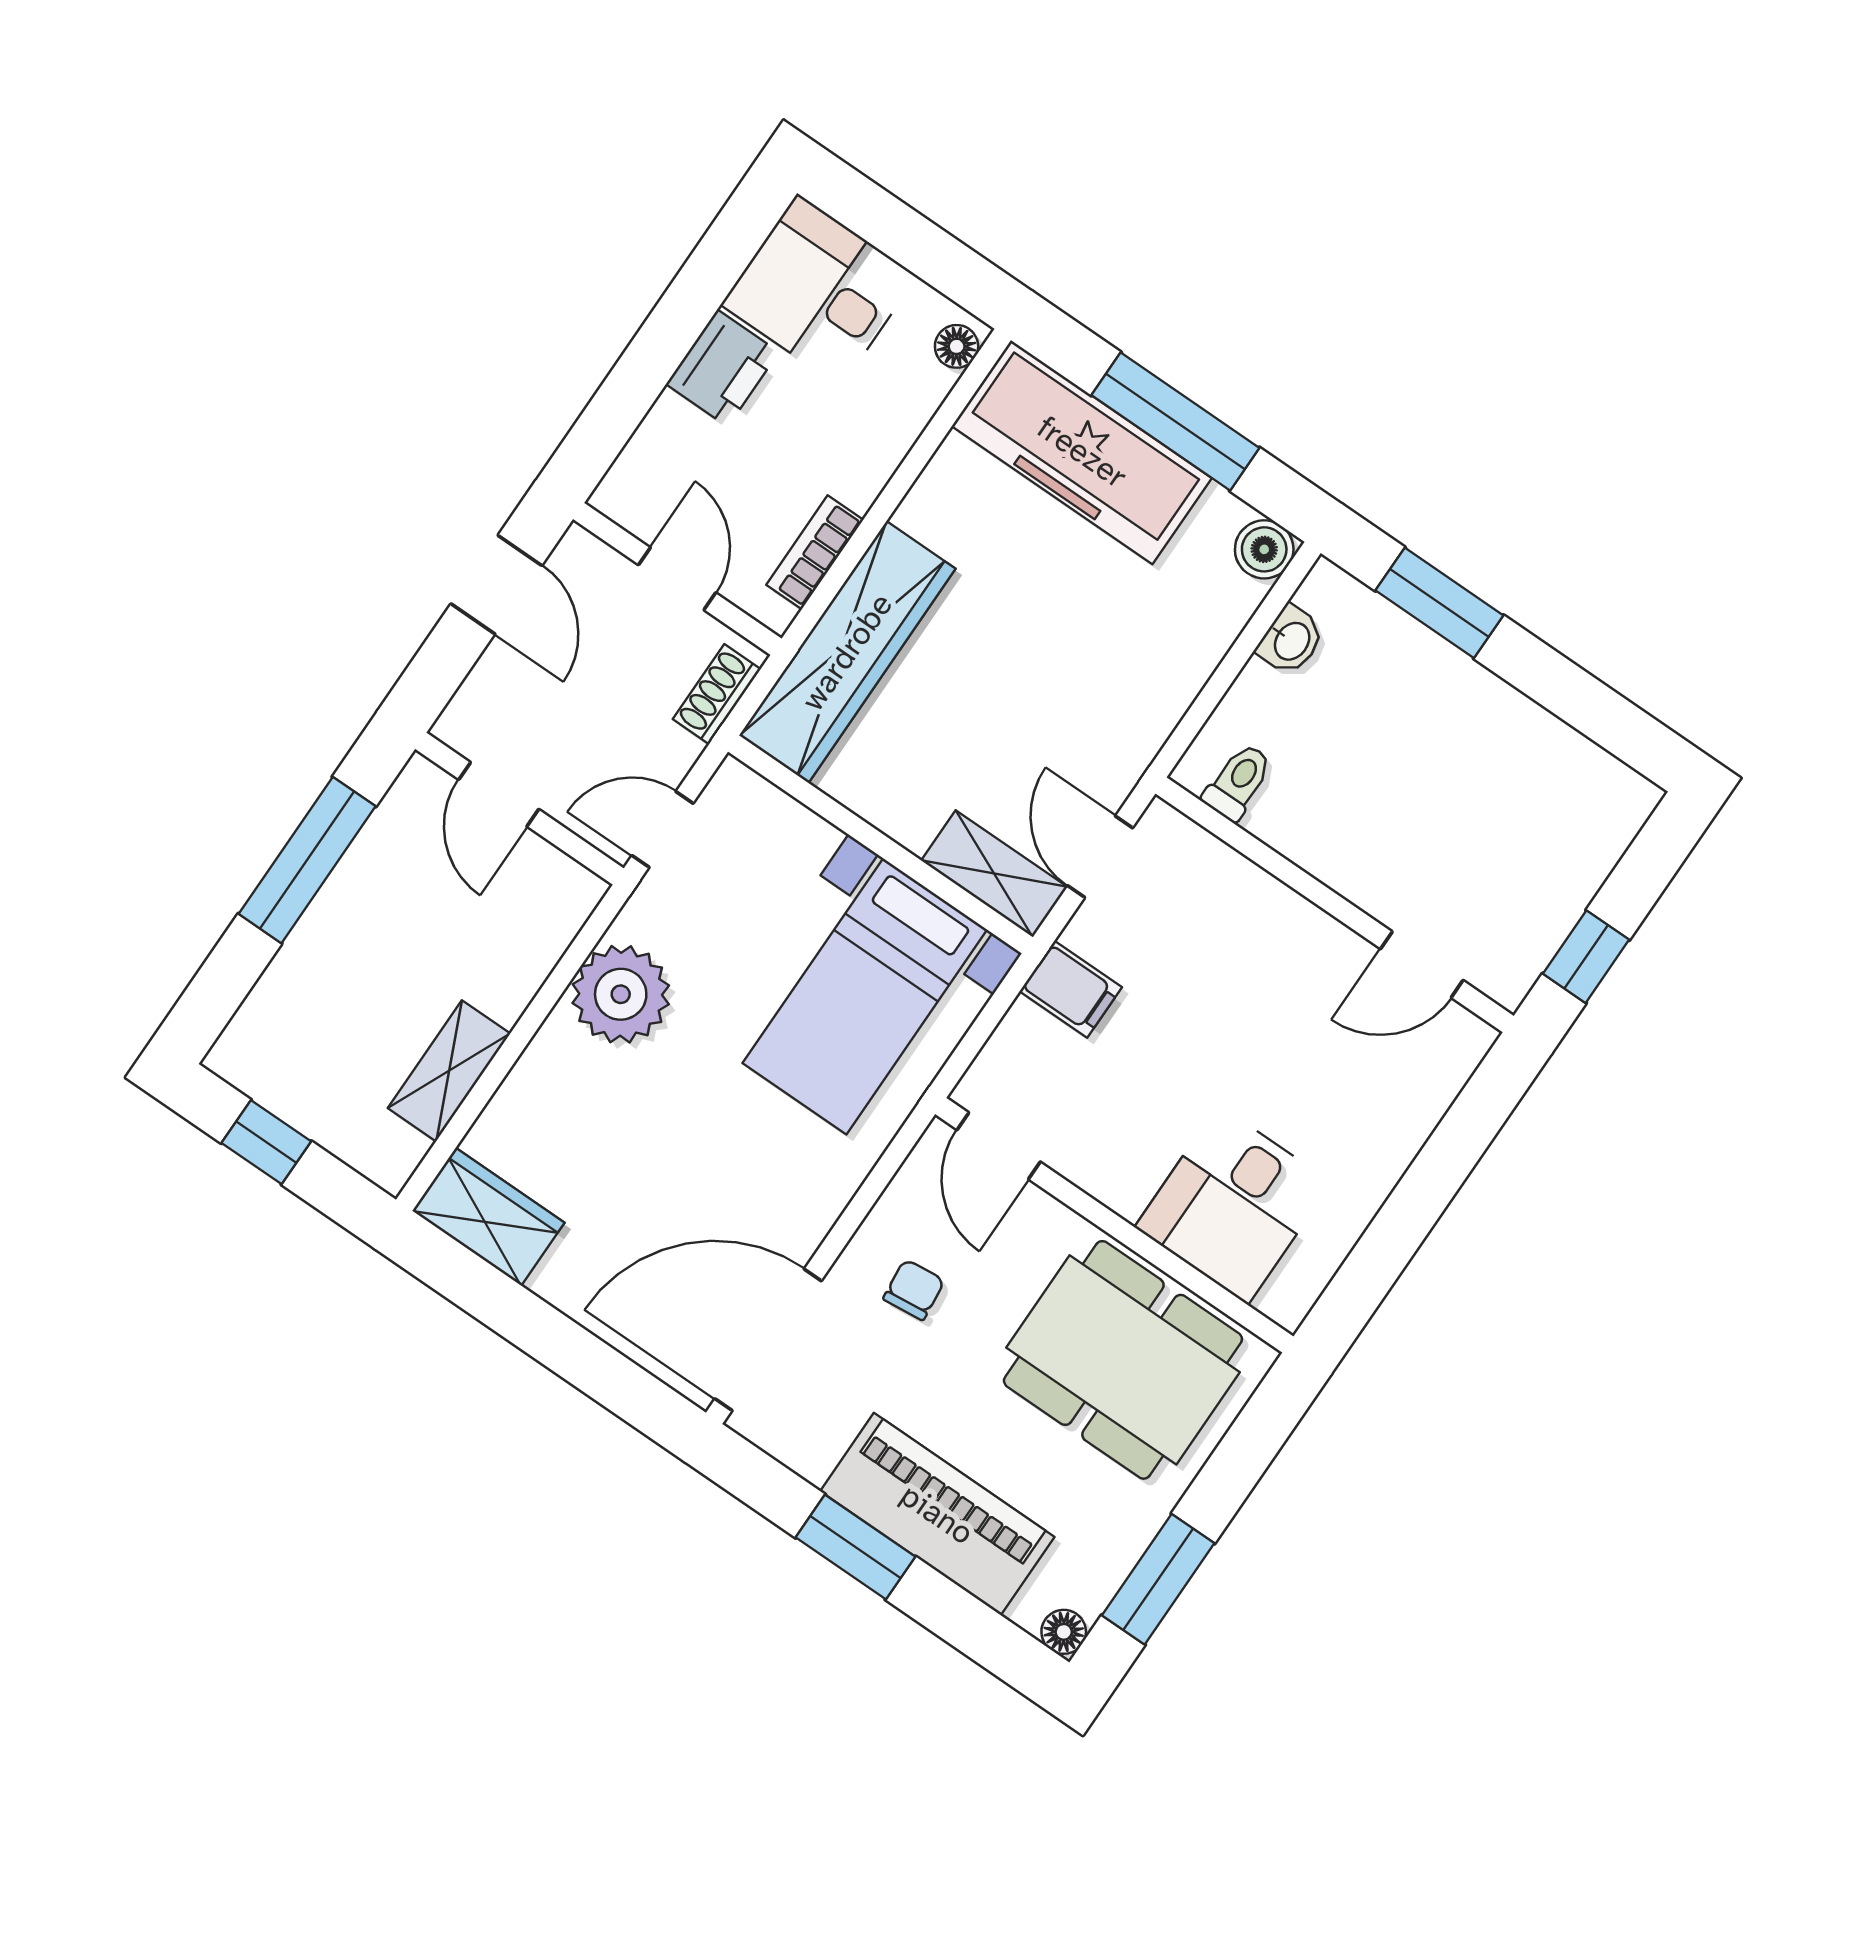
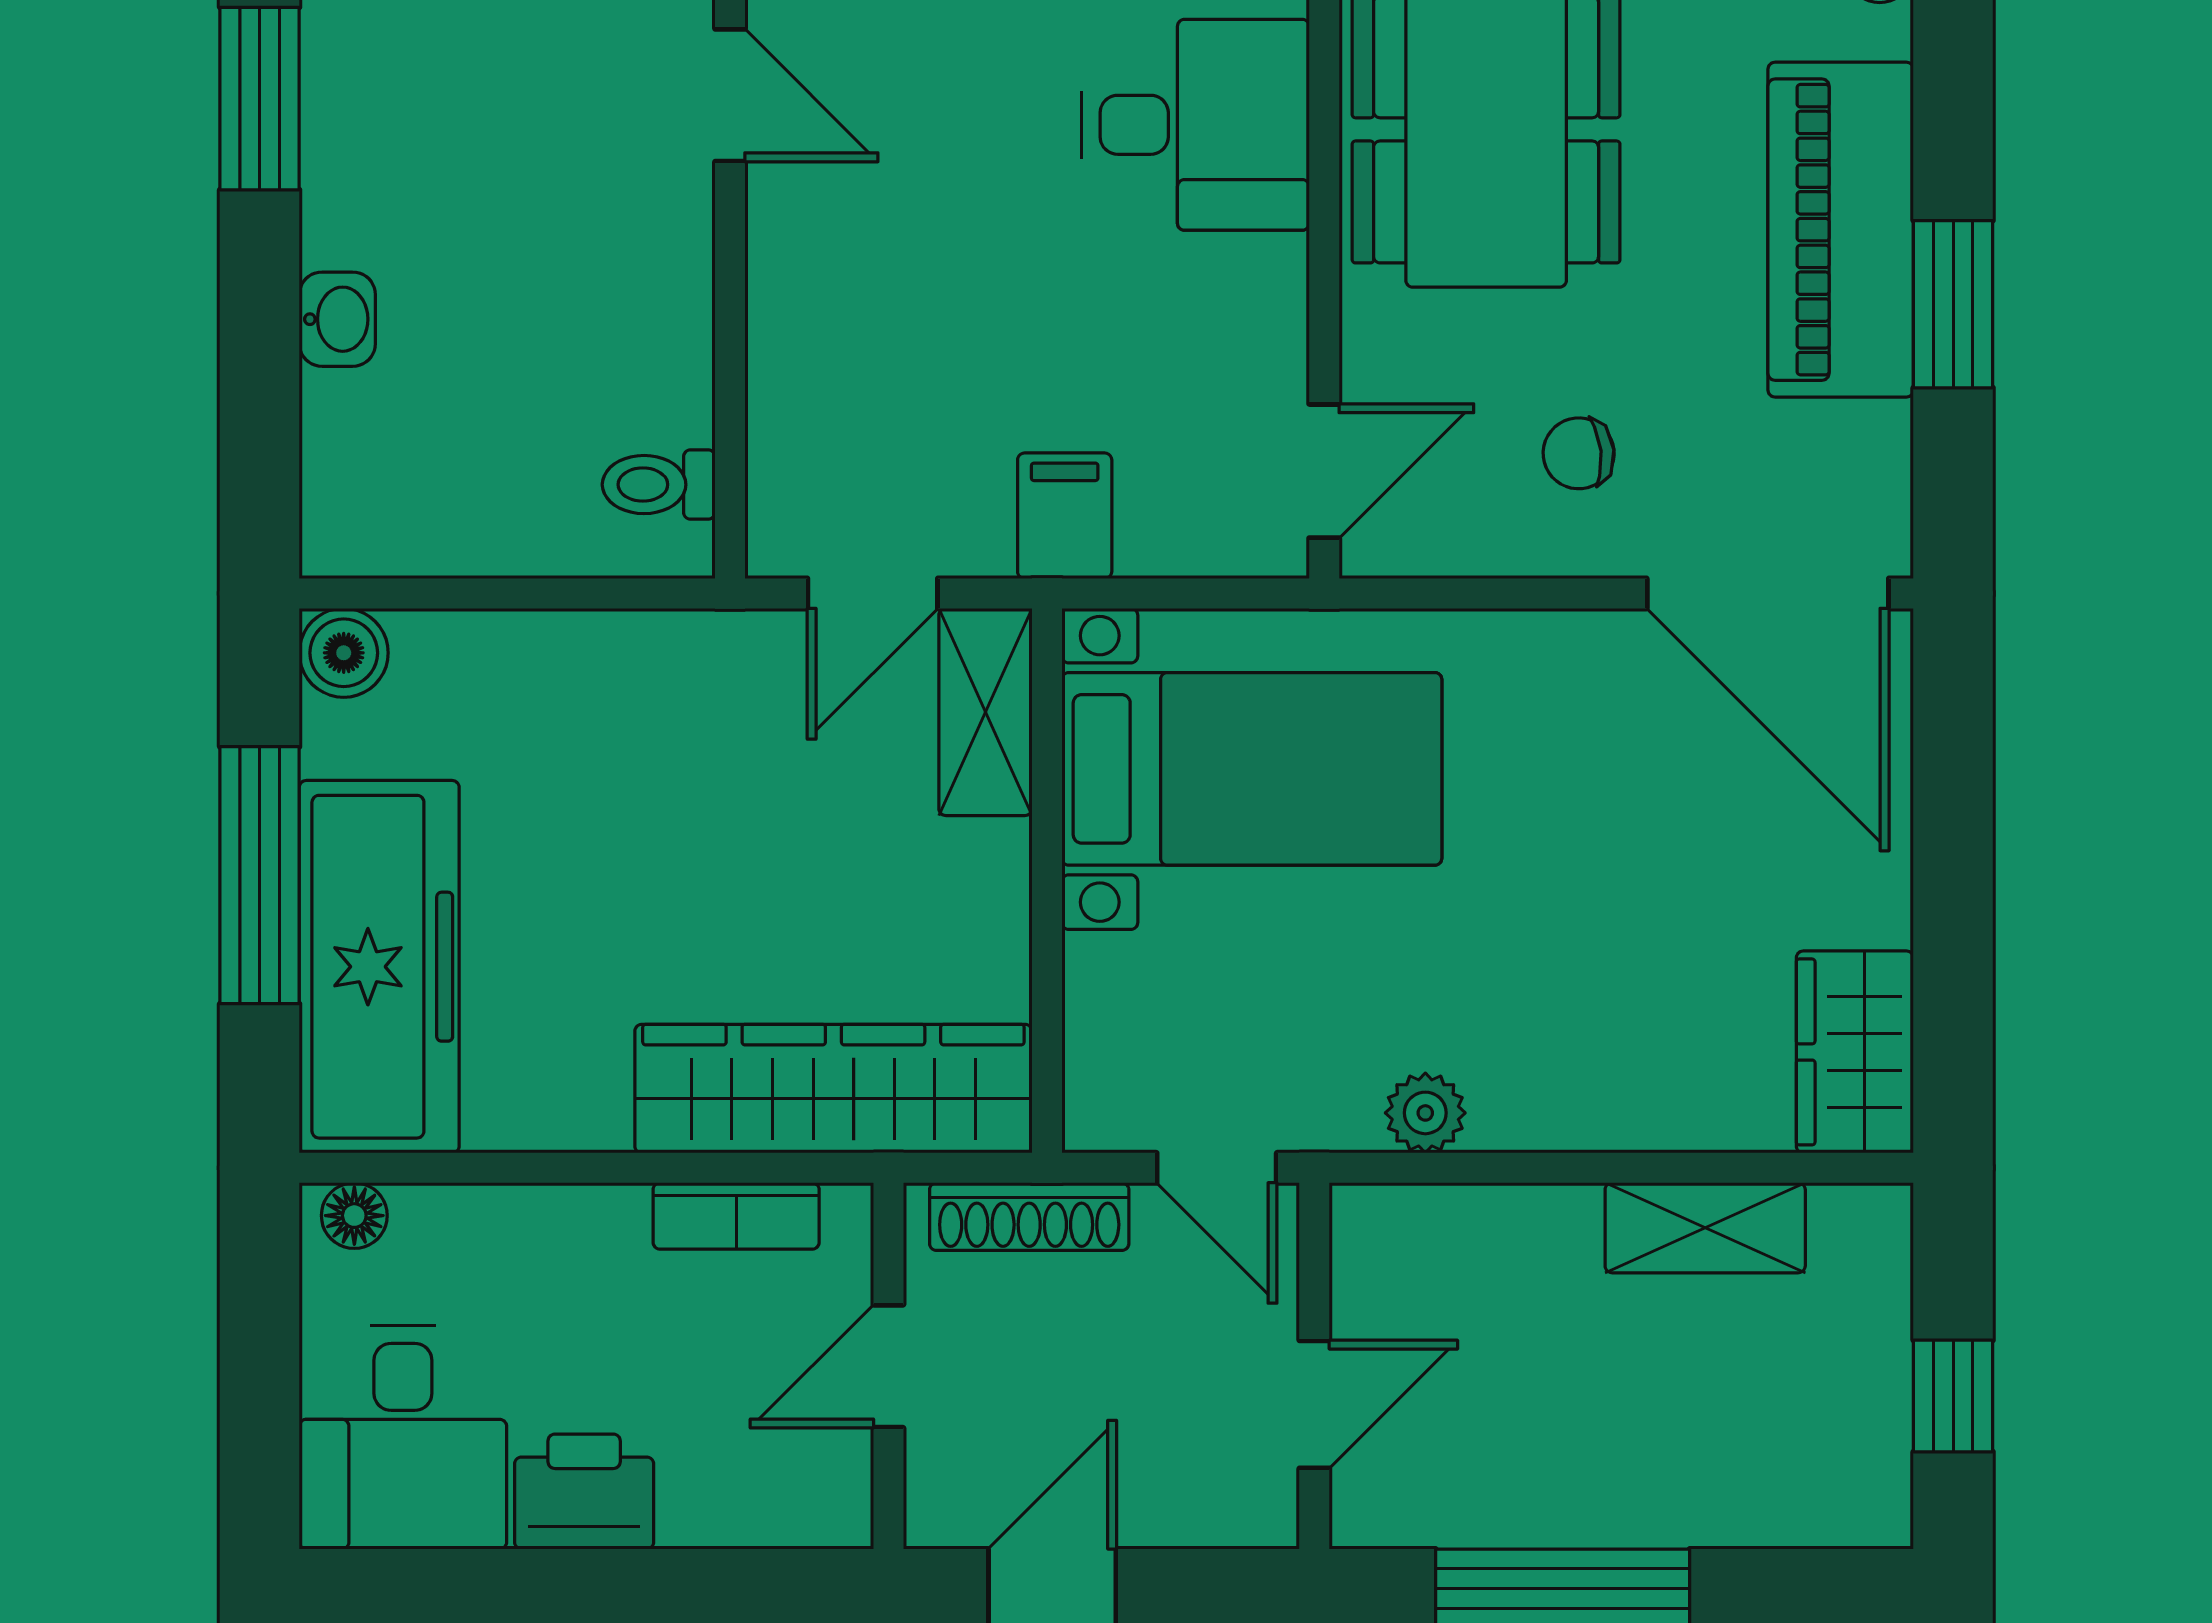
window: (1439, 603) -> (260, 99), moved
washbasin: (1291, 640) -> (337, 319), moved, turned 90
shoe rack: (717, 694) -> (1029, 1217), width x1.43
plant: (621, 994) -> (1425, 1113), width x0.53, depth x0.53

